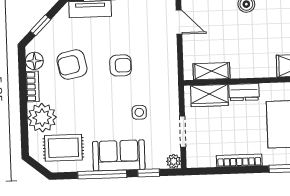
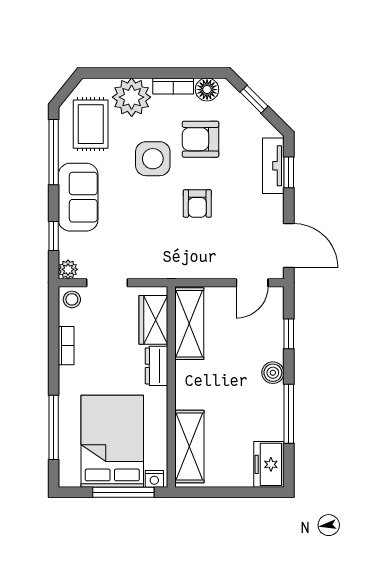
armchair: (72, 65) -> (201, 139), turned -78
shelving: (212, 71) -> (189, 324), width x1.50, depth x1.33
side table: (139, 112) -> (153, 159), moved, width x1.87, depth x1.87
stool: (196, 158) -> (72, 299), added
bookcase: (239, 160) -> (66, 346), width x0.64
window: (102, 174) -> (54, 152), moved

